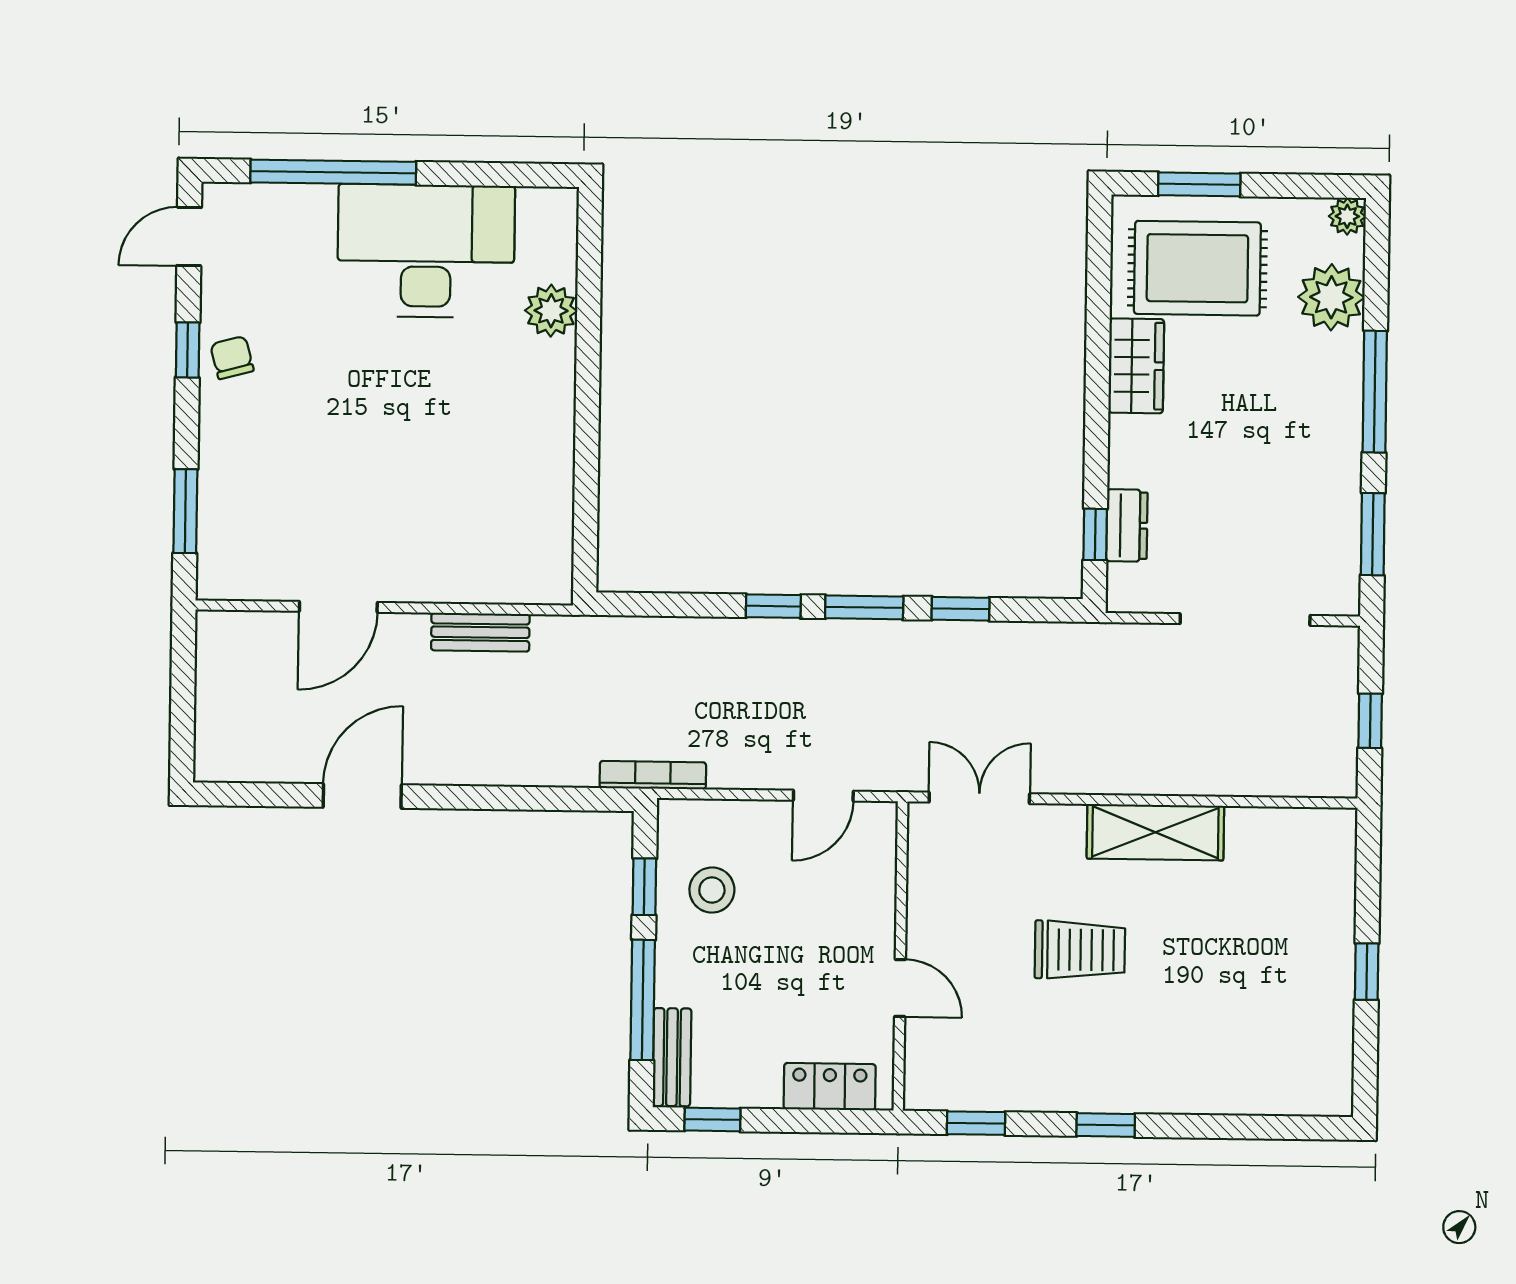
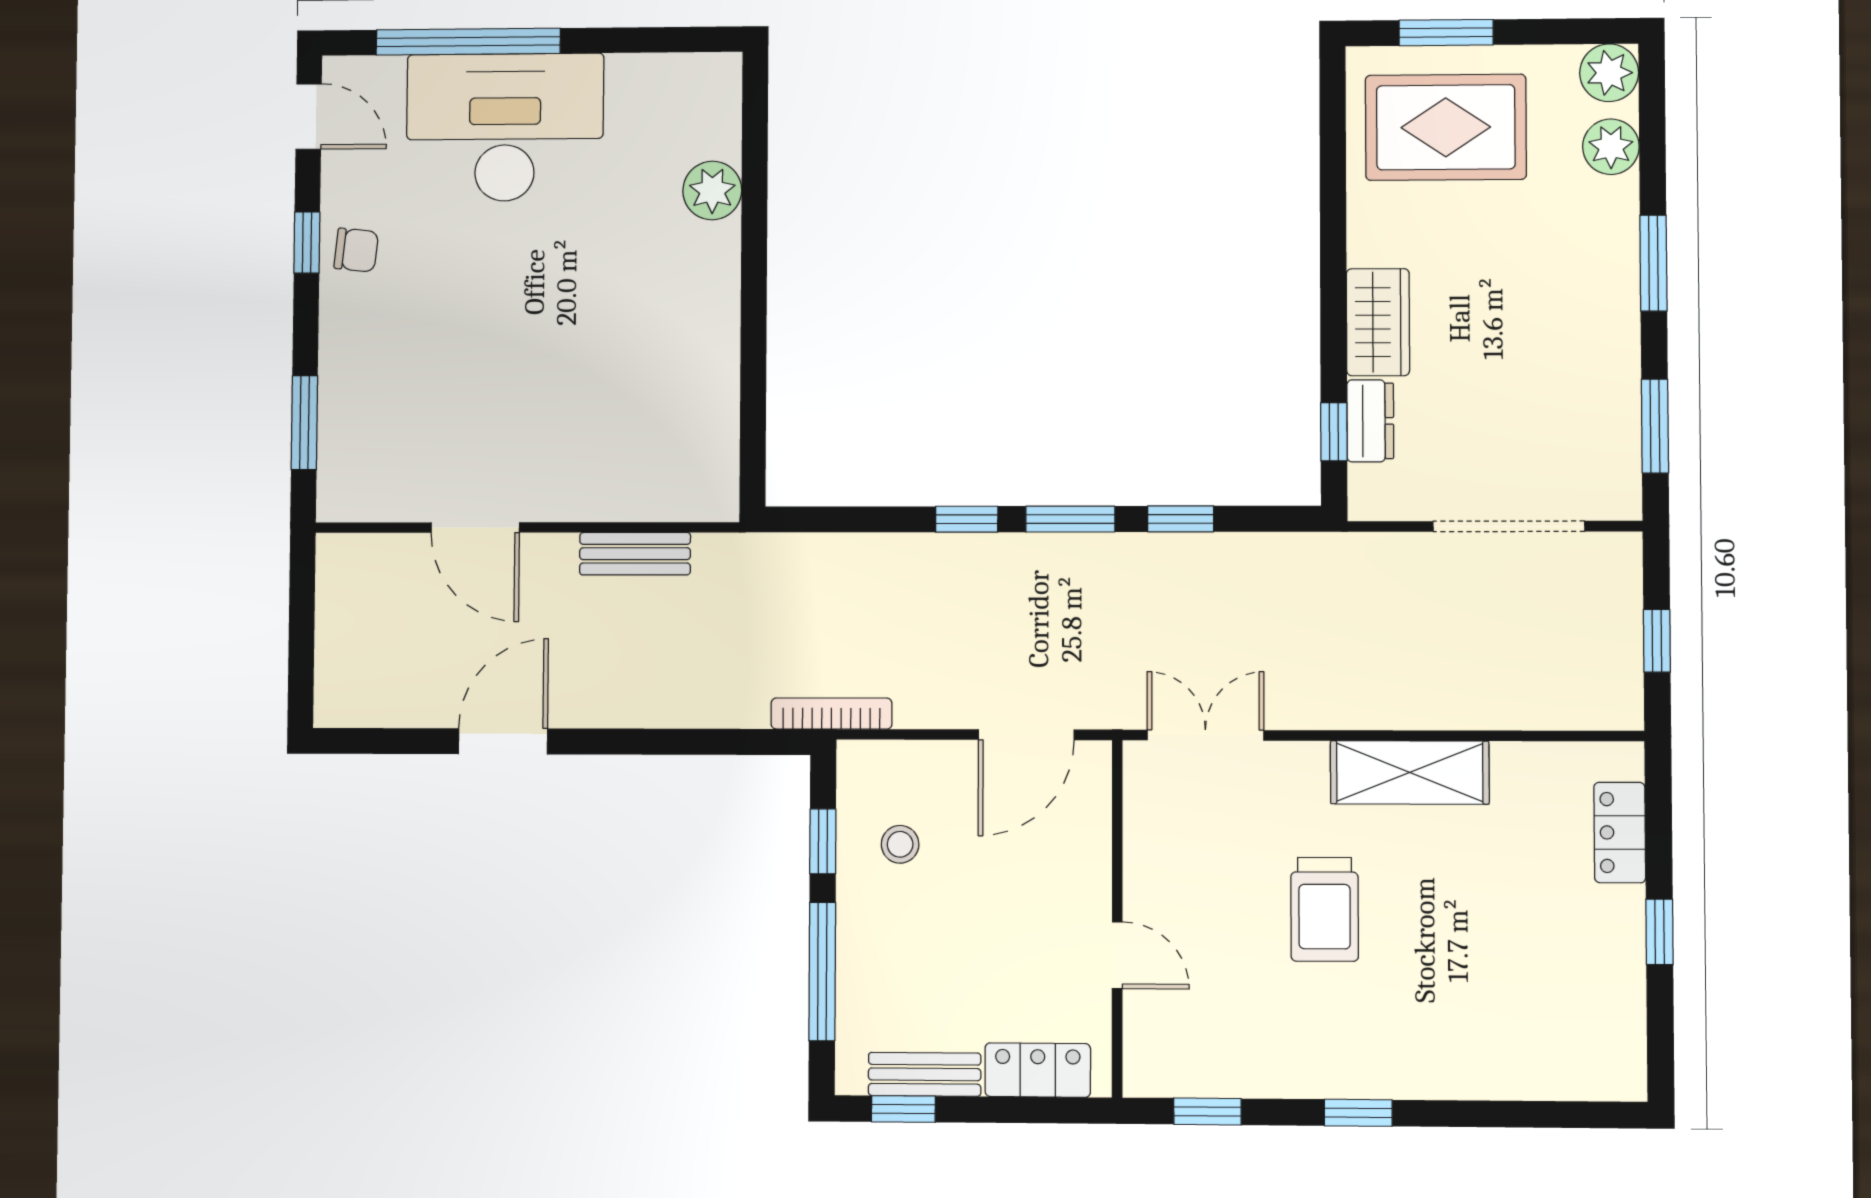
plant: (1347, 216) -> (1609, 73), width x1.38, depth x1.38
door: (189, 237) -> (309, 117), swing flipped
desk: (426, 251) -> (505, 127), moved
plant: (1331, 297) -> (1611, 147), width x0.73, depth x0.73
chair: (232, 358) -> (356, 250), turned 111
wardrobe: (1136, 366) -> (1378, 322), moved
window: (1375, 392) -> (1653, 263), width x0.69
door: (338, 607) -> (475, 528), hinge flipped
door: (823, 796) -> (1026, 735), width x1.38
locker: (1335, 886) -> (1620, 833), added
stool: (712, 890) -> (900, 844), width x0.73, depth x0.73
trolley: (1080, 950) -> (1325, 909), turned 90
bench: (672, 1057) -> (925, 1074), moved, turned 90

